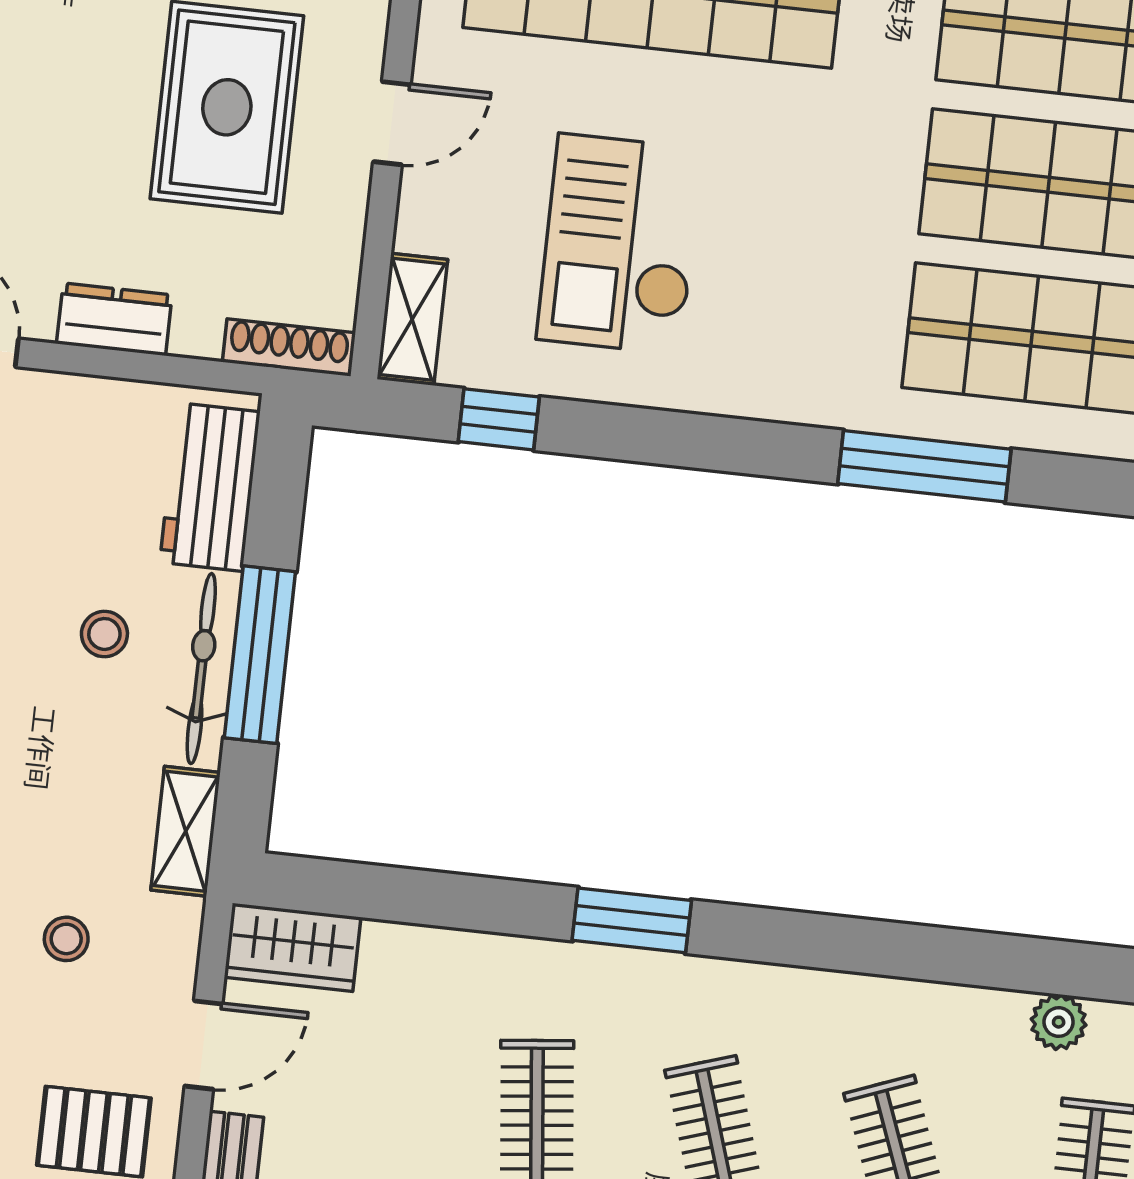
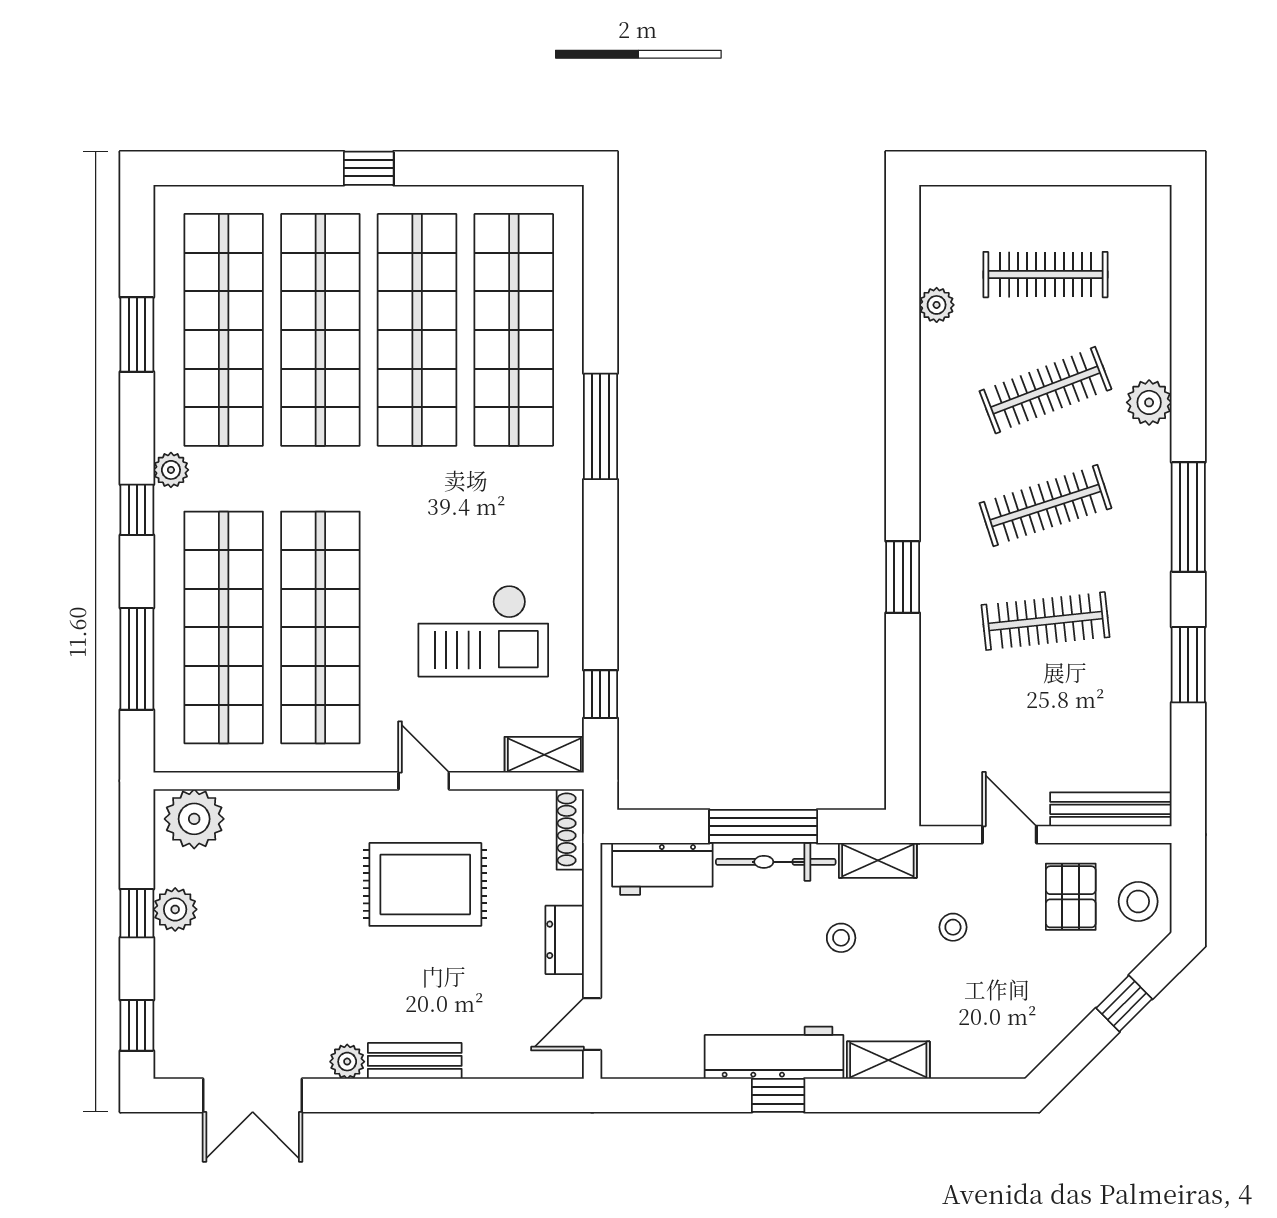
stool: (104, 634) -> (841, 938), moved
wardrobe: (293, 947) -> (943, 786), removed

